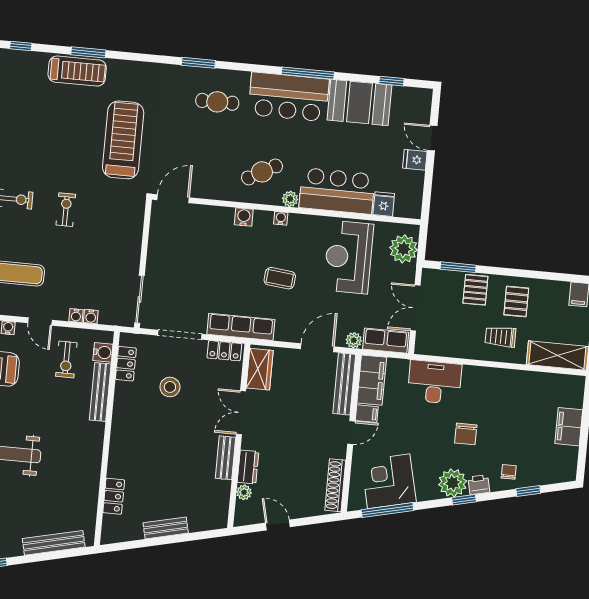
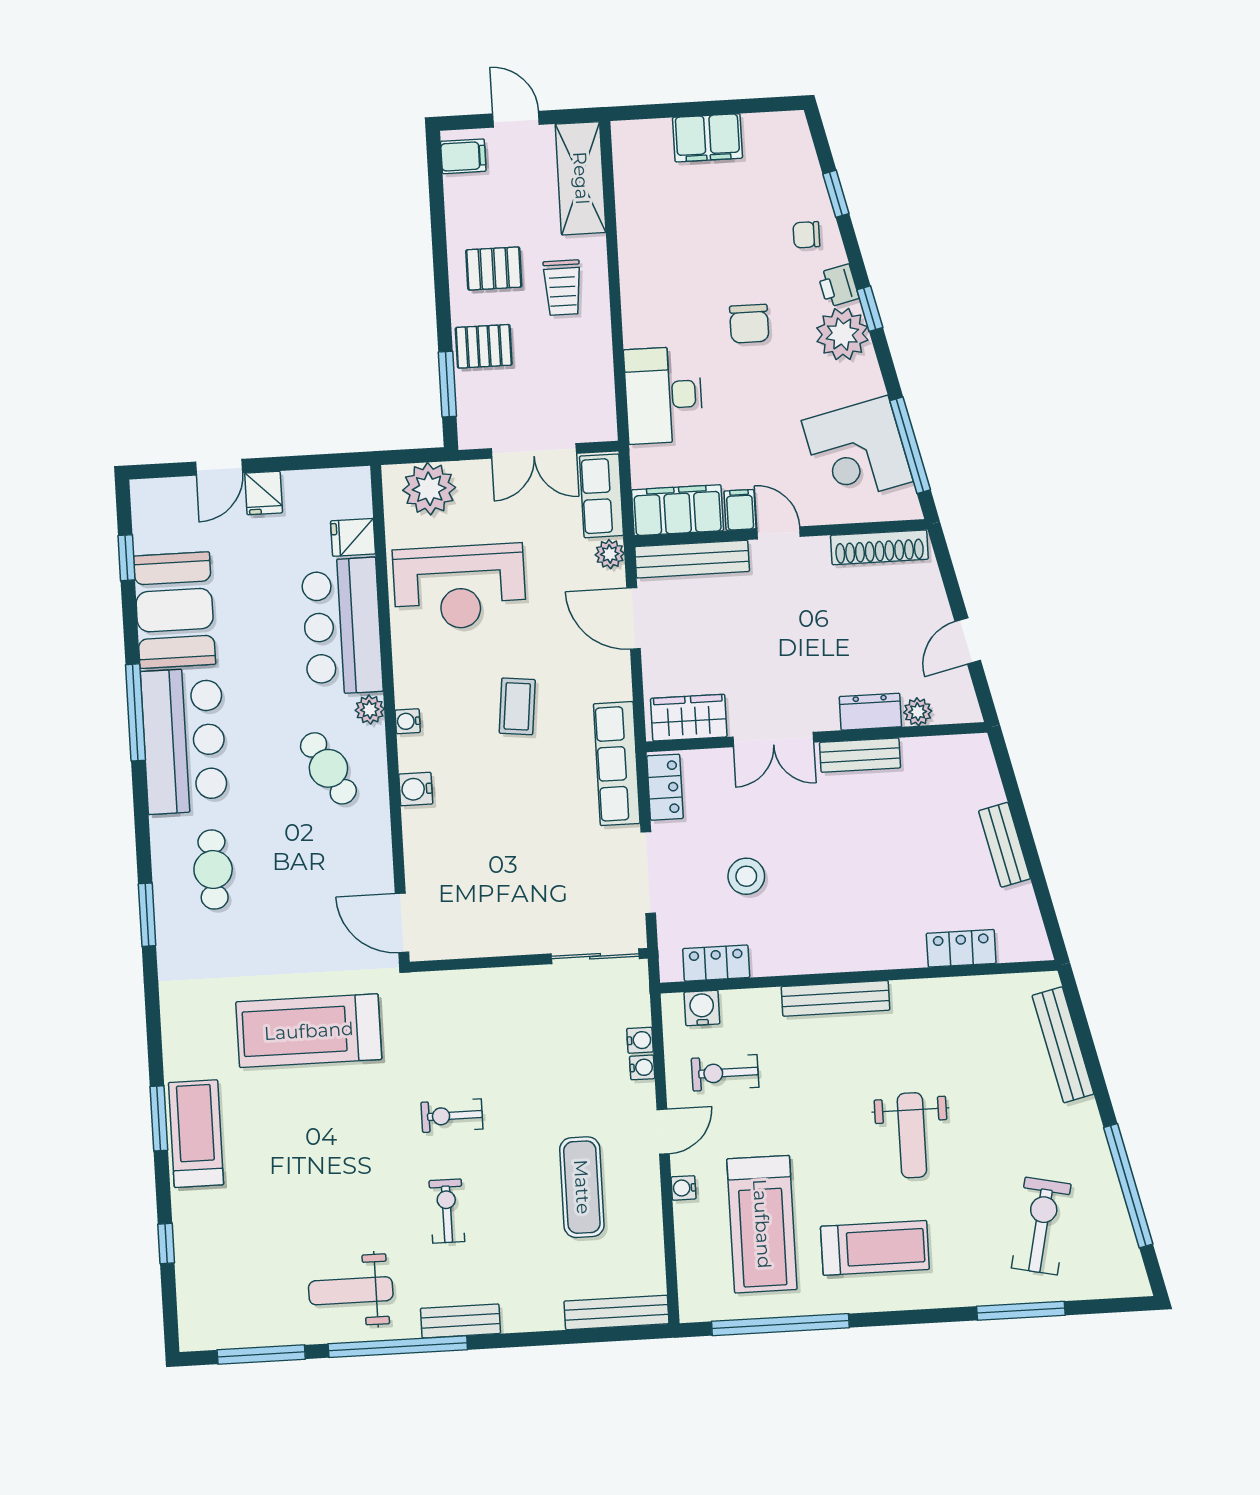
exercise bike: (66, 360) -> (725, 1073), turned 180
bench: (100, 392) -> (835, 998), moved
chair: (466, 434) -> (749, 324), turned 90

